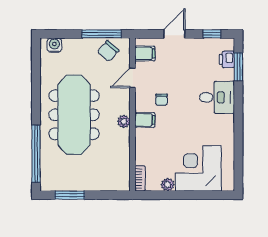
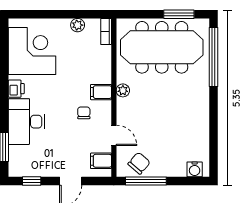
printer: (227, 59) -> (16, 89), moved
door: (132, 78) -> (114, 135), hinge flipped
desk: (217, 97) -> (26, 122), width x1.37
meeting table: (74, 115) -> (162, 47), moved, turned 90
corner desk: (198, 168) -> (32, 51), moved, turned -90

